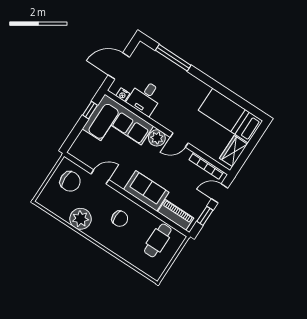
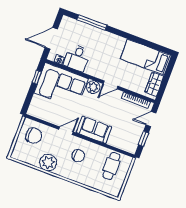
door: (100, 177) -> (66, 131), moved
piano: (176, 215) -> (121, 143), removed

